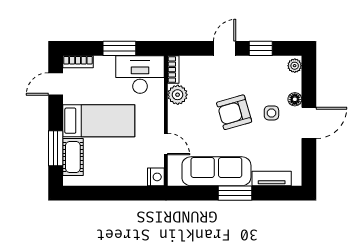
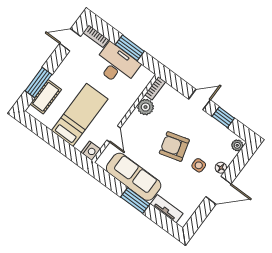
desk: (140, 75) -> (116, 65), moved
bed: (99, 121) -> (80, 115), moved, turned -90

